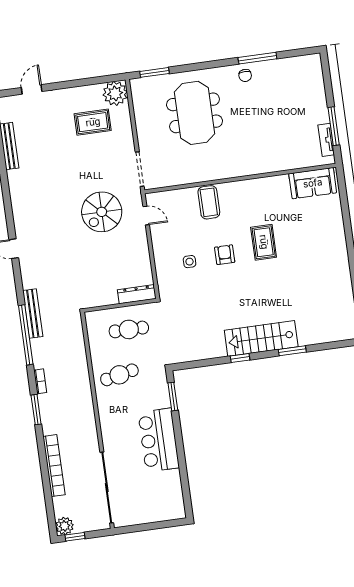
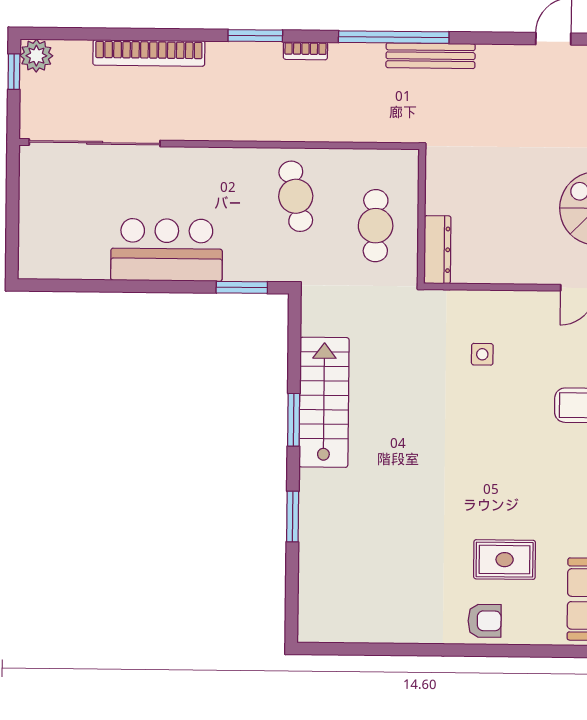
rug: (264, 242) -> (505, 560), moved
armchair: (225, 255) -> (485, 621), moved
stairs: (261, 338) -> (324, 402), moved
window: (240, 358) -> (294, 420), width x1.50

